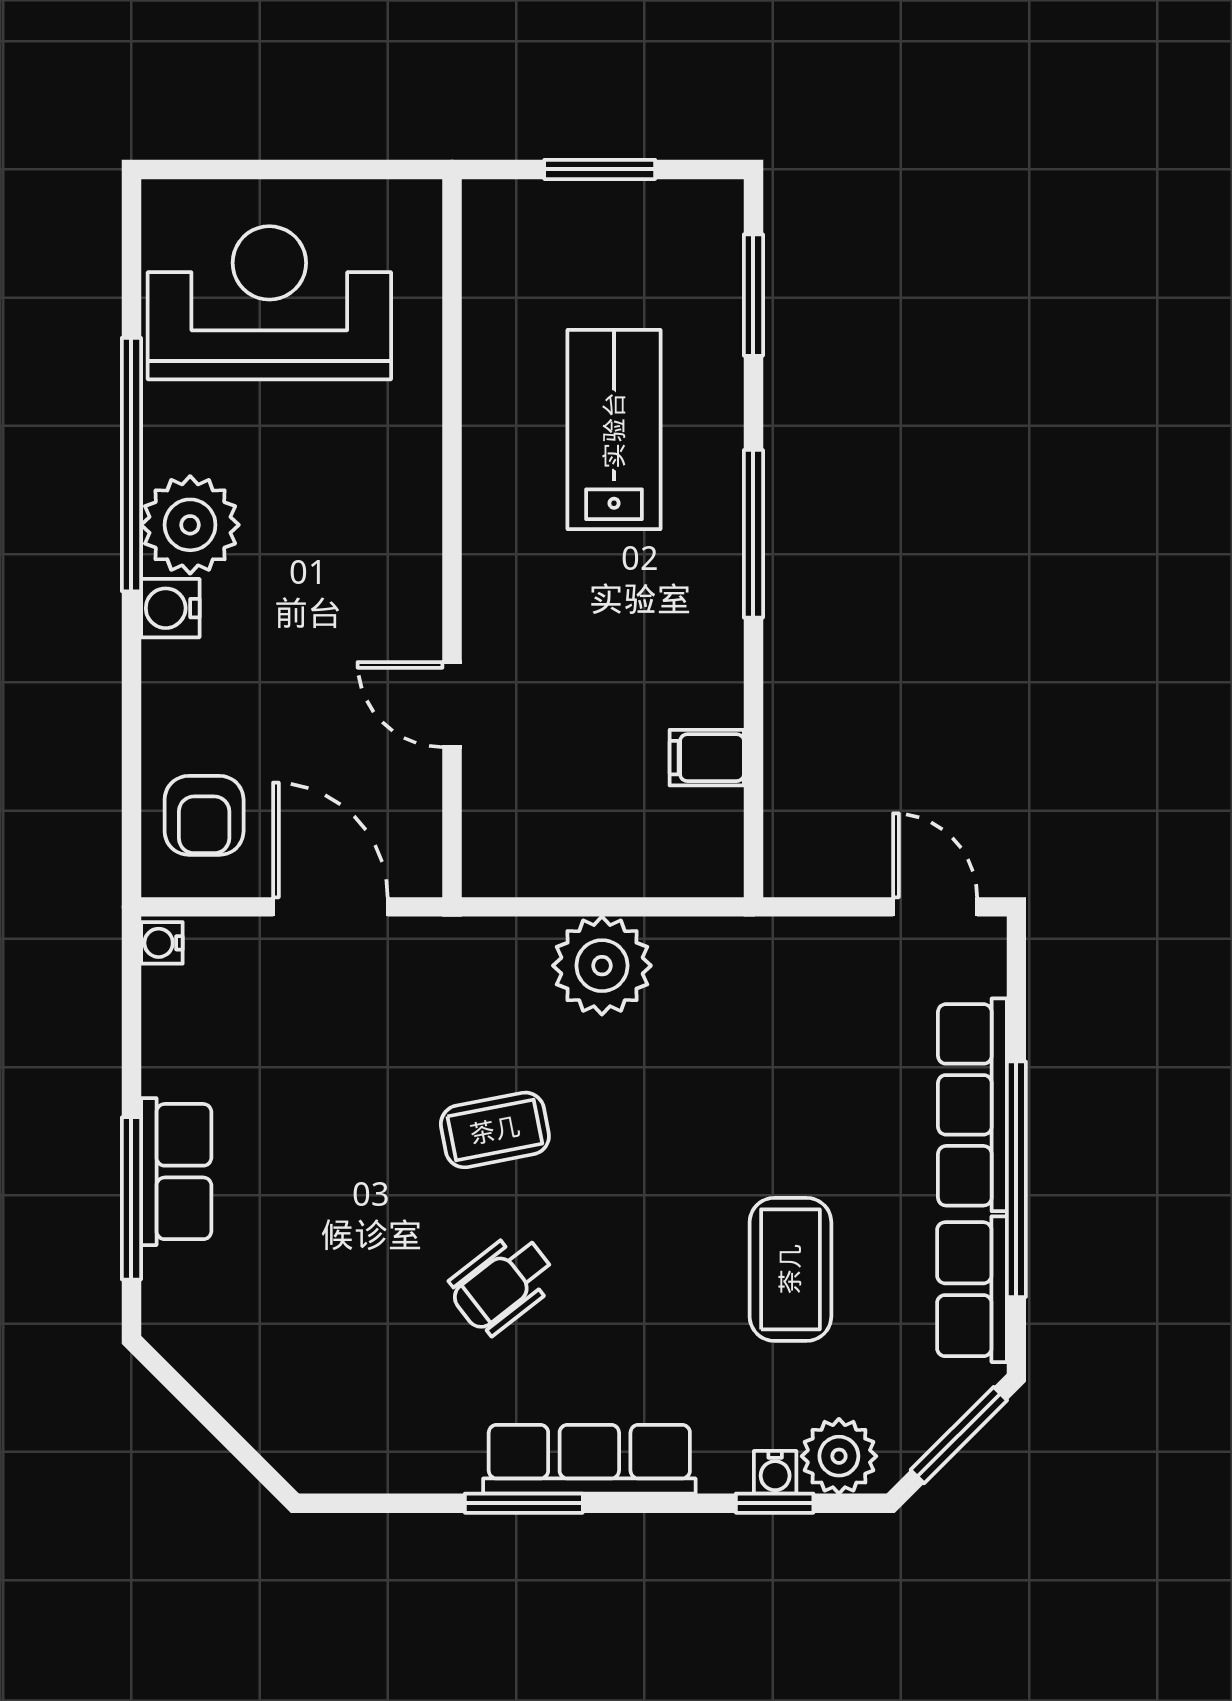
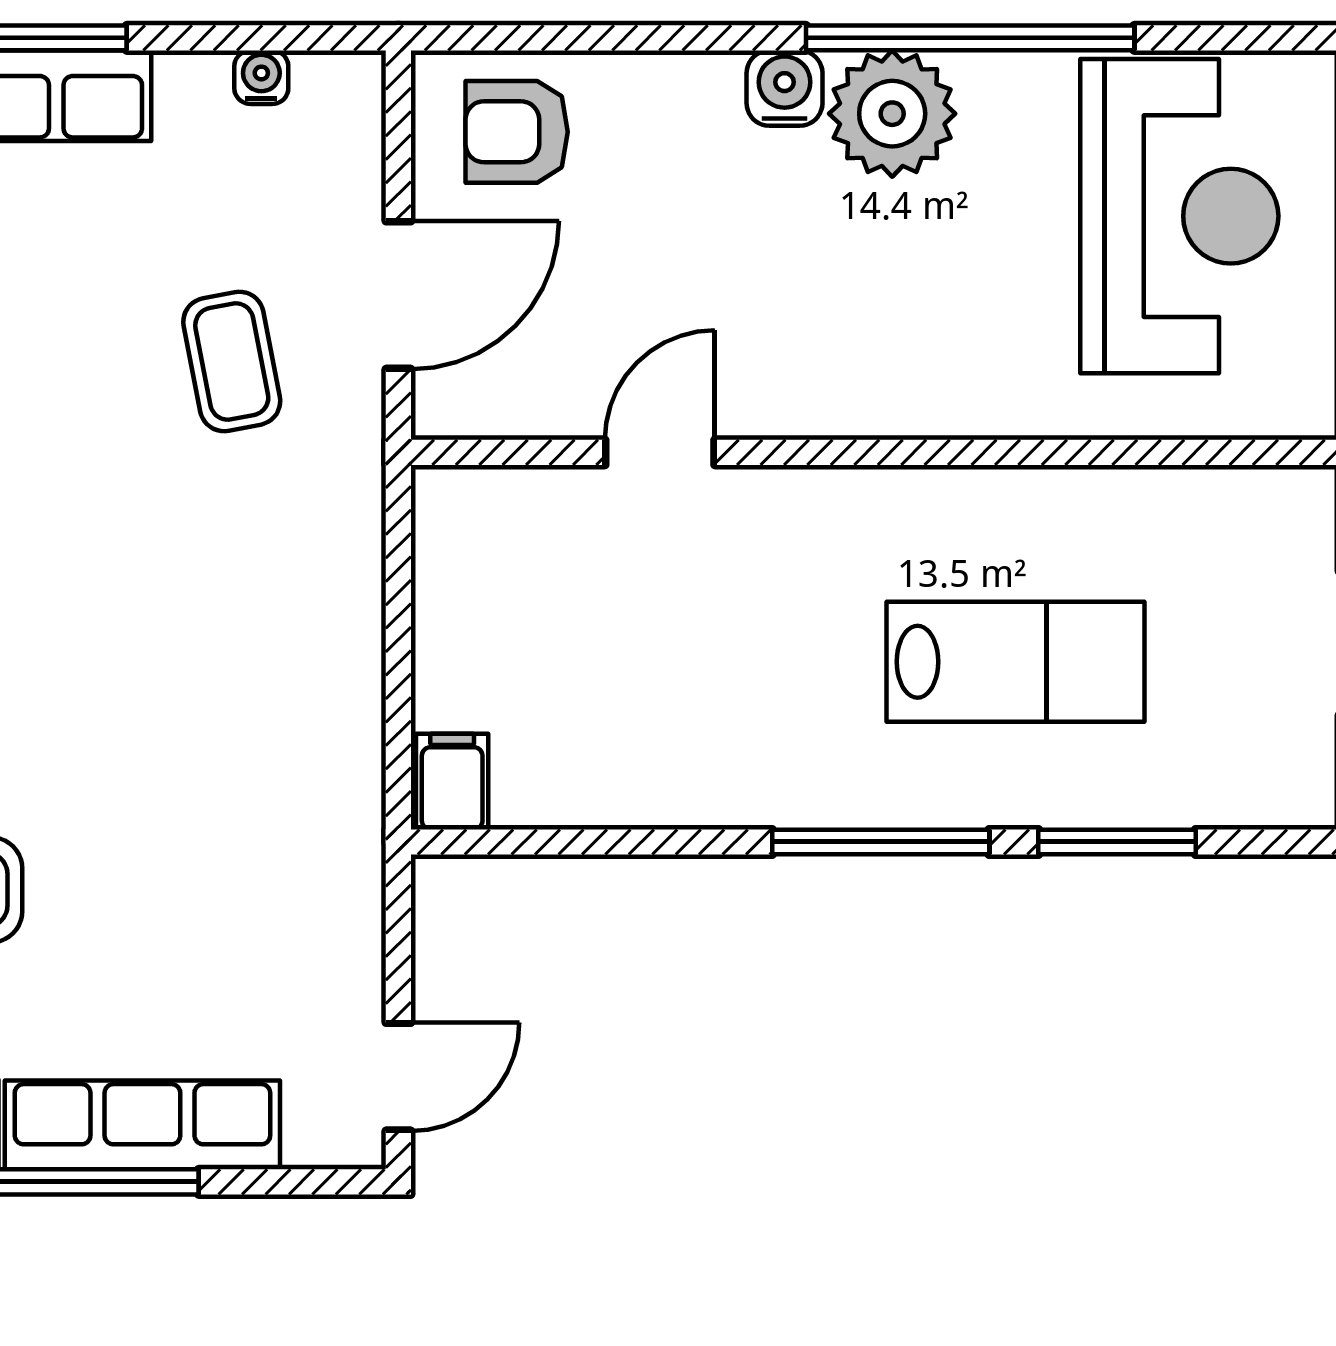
window: (753, 295) -> (1117, 842), moved
filing cabinet: (707, 758) -> (452, 782), moved
water cooler: (162, 943) -> (261, 77), moved
plant: (602, 966) -> (322, 646), removed
coffee table: (495, 1130) -> (232, 361), moved

